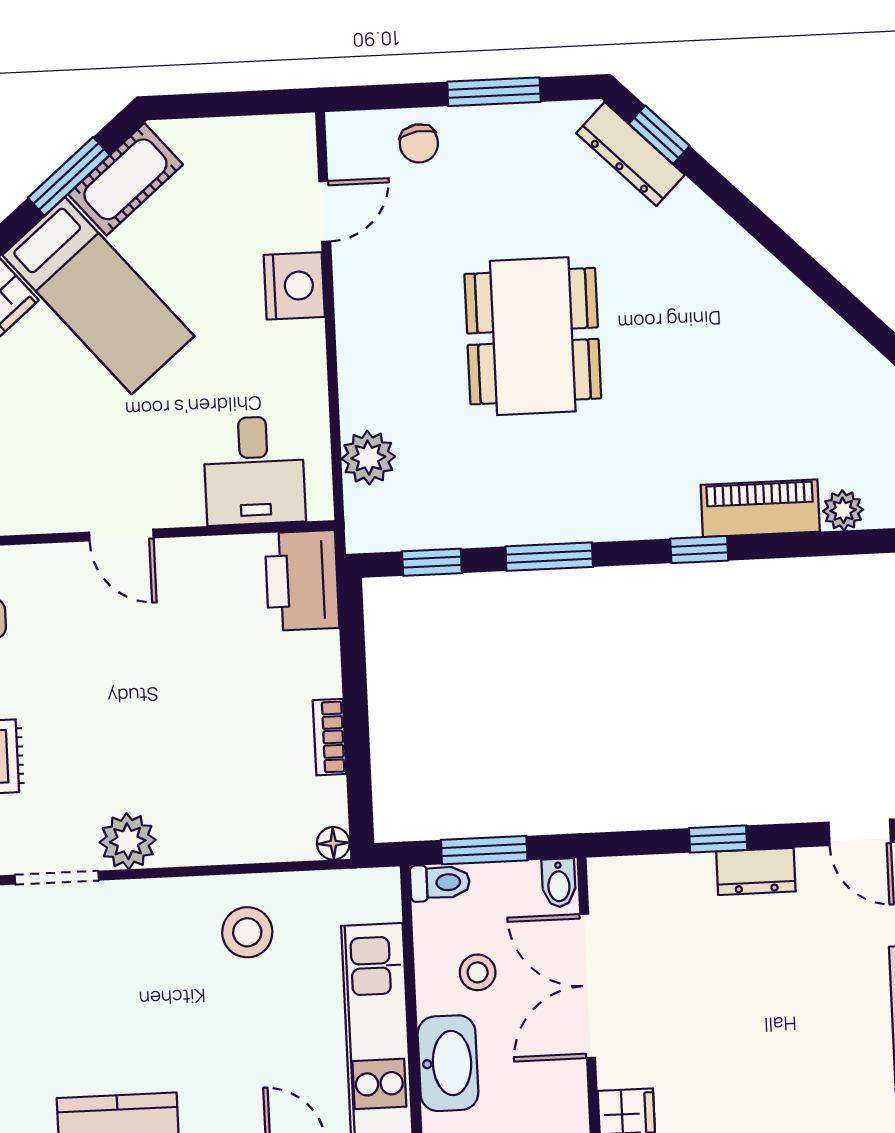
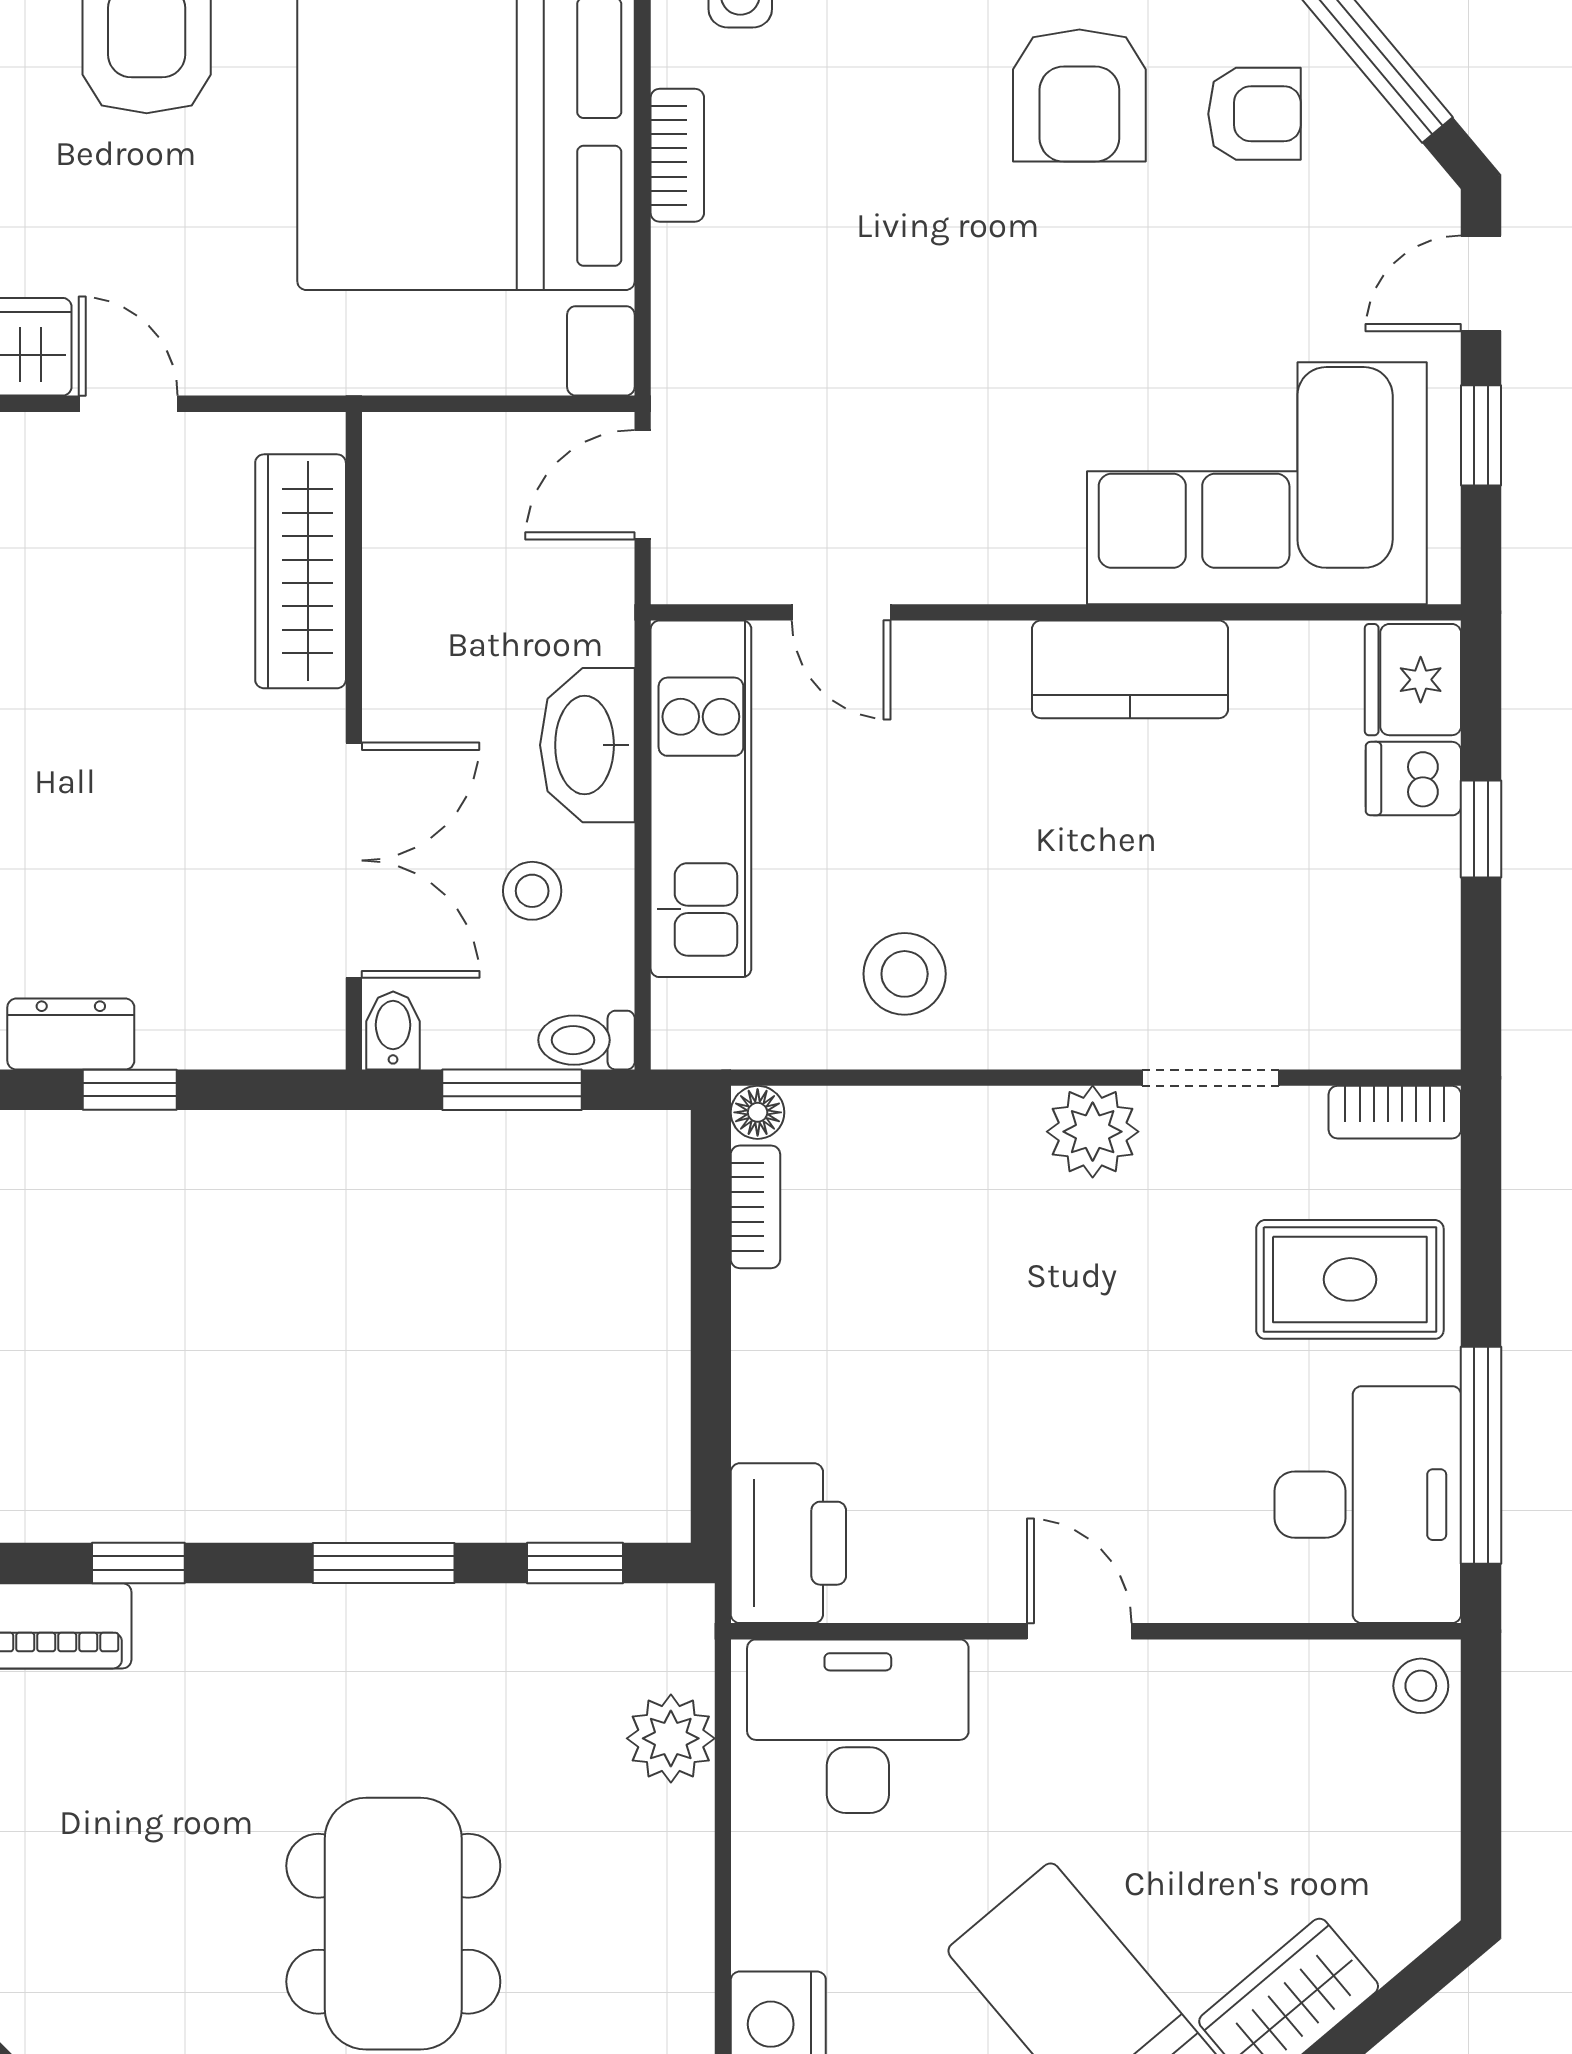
desk: (254, 470) -> (858, 1726), width x1.37
bookcase: (330, 737) -> (755, 1207), moved

